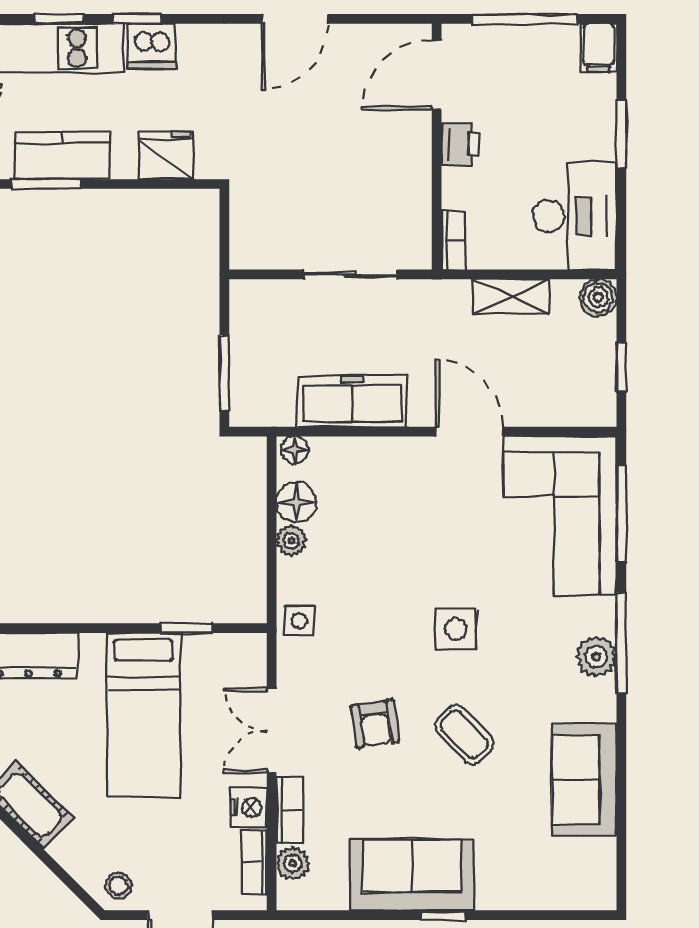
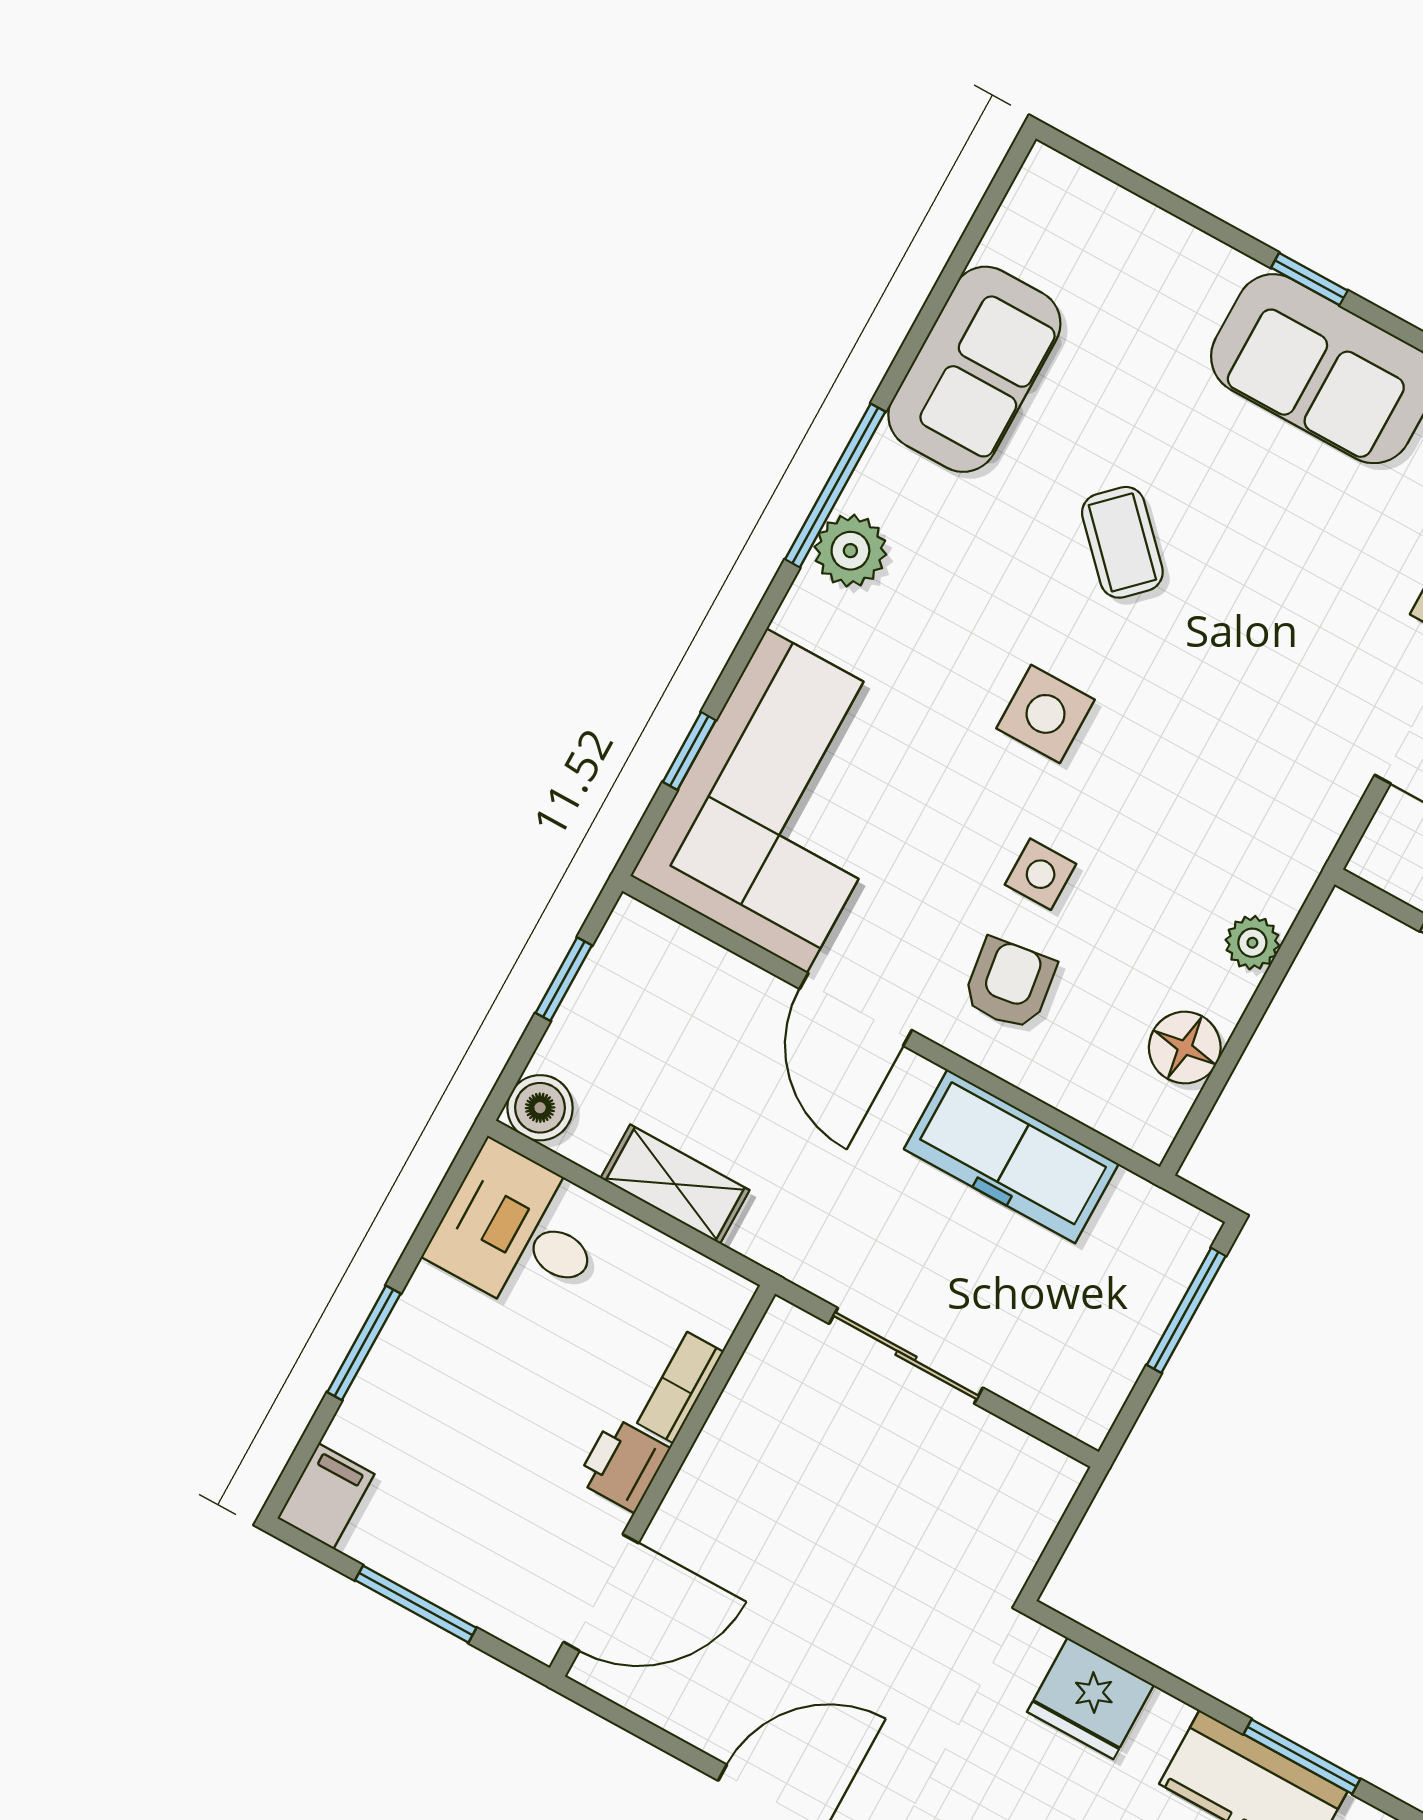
window: (525, 19) -> (416, 1604), width x0.69
desk: (575, 216) -> (520, 1232), width x0.73
bookcase: (453, 240) -> (680, 1388), moved
floor lamp: (295, 450) -> (1143, 1130), removed
window: (621, 514) -> (689, 751), width x0.46
plant: (292, 541) -> (1252, 943), moved
side table: (299, 621) -> (1041, 874), moved
window: (621, 643) -> (835, 485), moved
armchair: (375, 724) -> (1009, 984), moved

